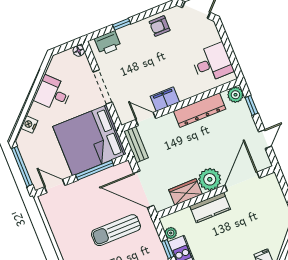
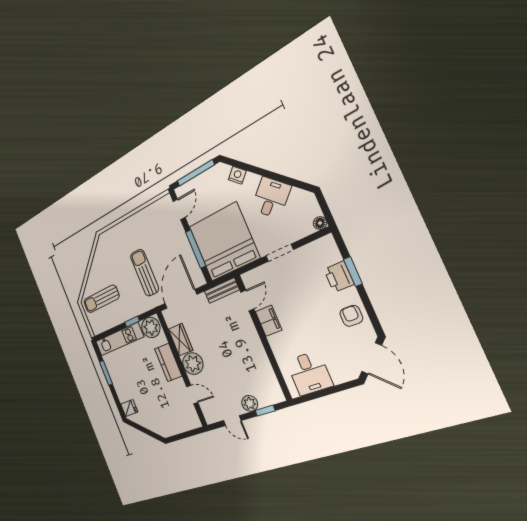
window: (122, 24) -> (353, 272), width x1.50
printer: (108, 43) -> (339, 277), moved
doorway: (103, 87) -> (279, 253), width x0.73
plant: (235, 95) -> (250, 403), moved
dresser: (200, 110) -> (258, 357), removed
door: (242, 182) -> (192, 394), width x0.53
plant: (171, 233) -> (151, 327), width x1.87, depth x1.87

